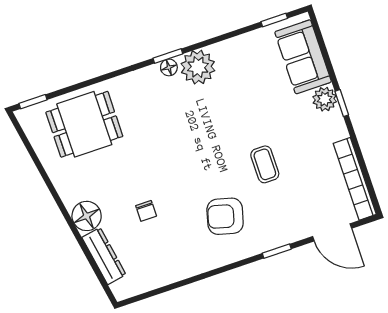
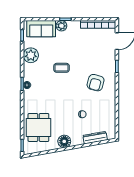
plant: (198, 67) -> (31, 55), moved
coffee table: (265, 164) -> (62, 68), moved
floor lamp: (87, 216) -> (64, 141), moved

